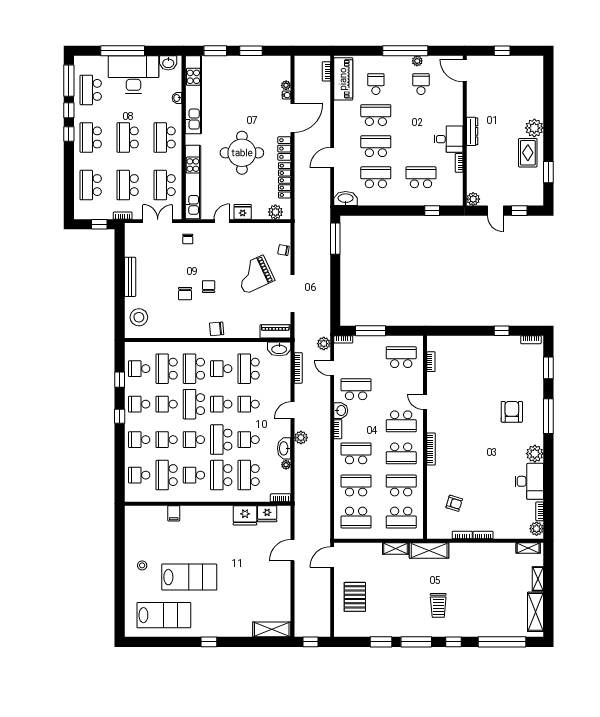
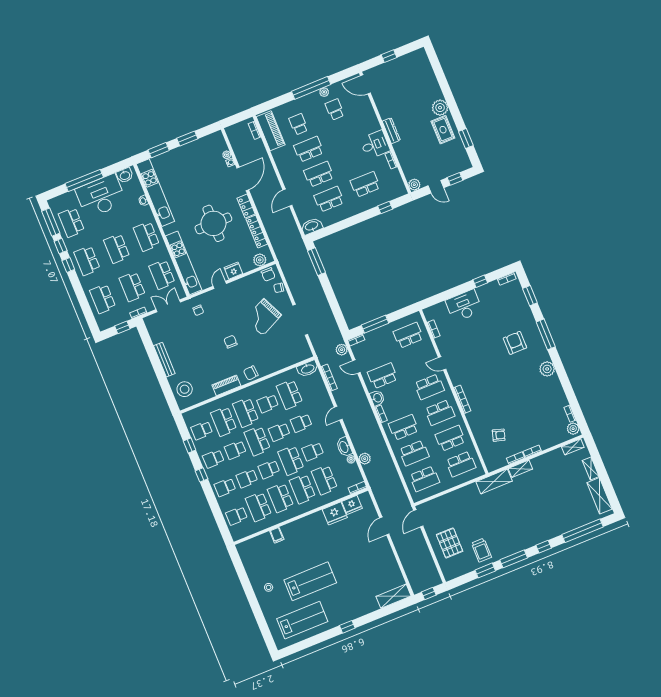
chair: (185, 294) -> (268, 274), moved
piano: (275, 331) -> (226, 385), moved
plant: (301, 438) -> (365, 459), moved
school desk: (194, 475) -> (280, 498), width x1.85
desk: (529, 481) -> (464, 306), moved, turned -90
school desk: (356, 485) -> (414, 453), turned 180
shelving: (396, 549) -> (520, 469), moved
trolley: (438, 605) -> (481, 550), moved

